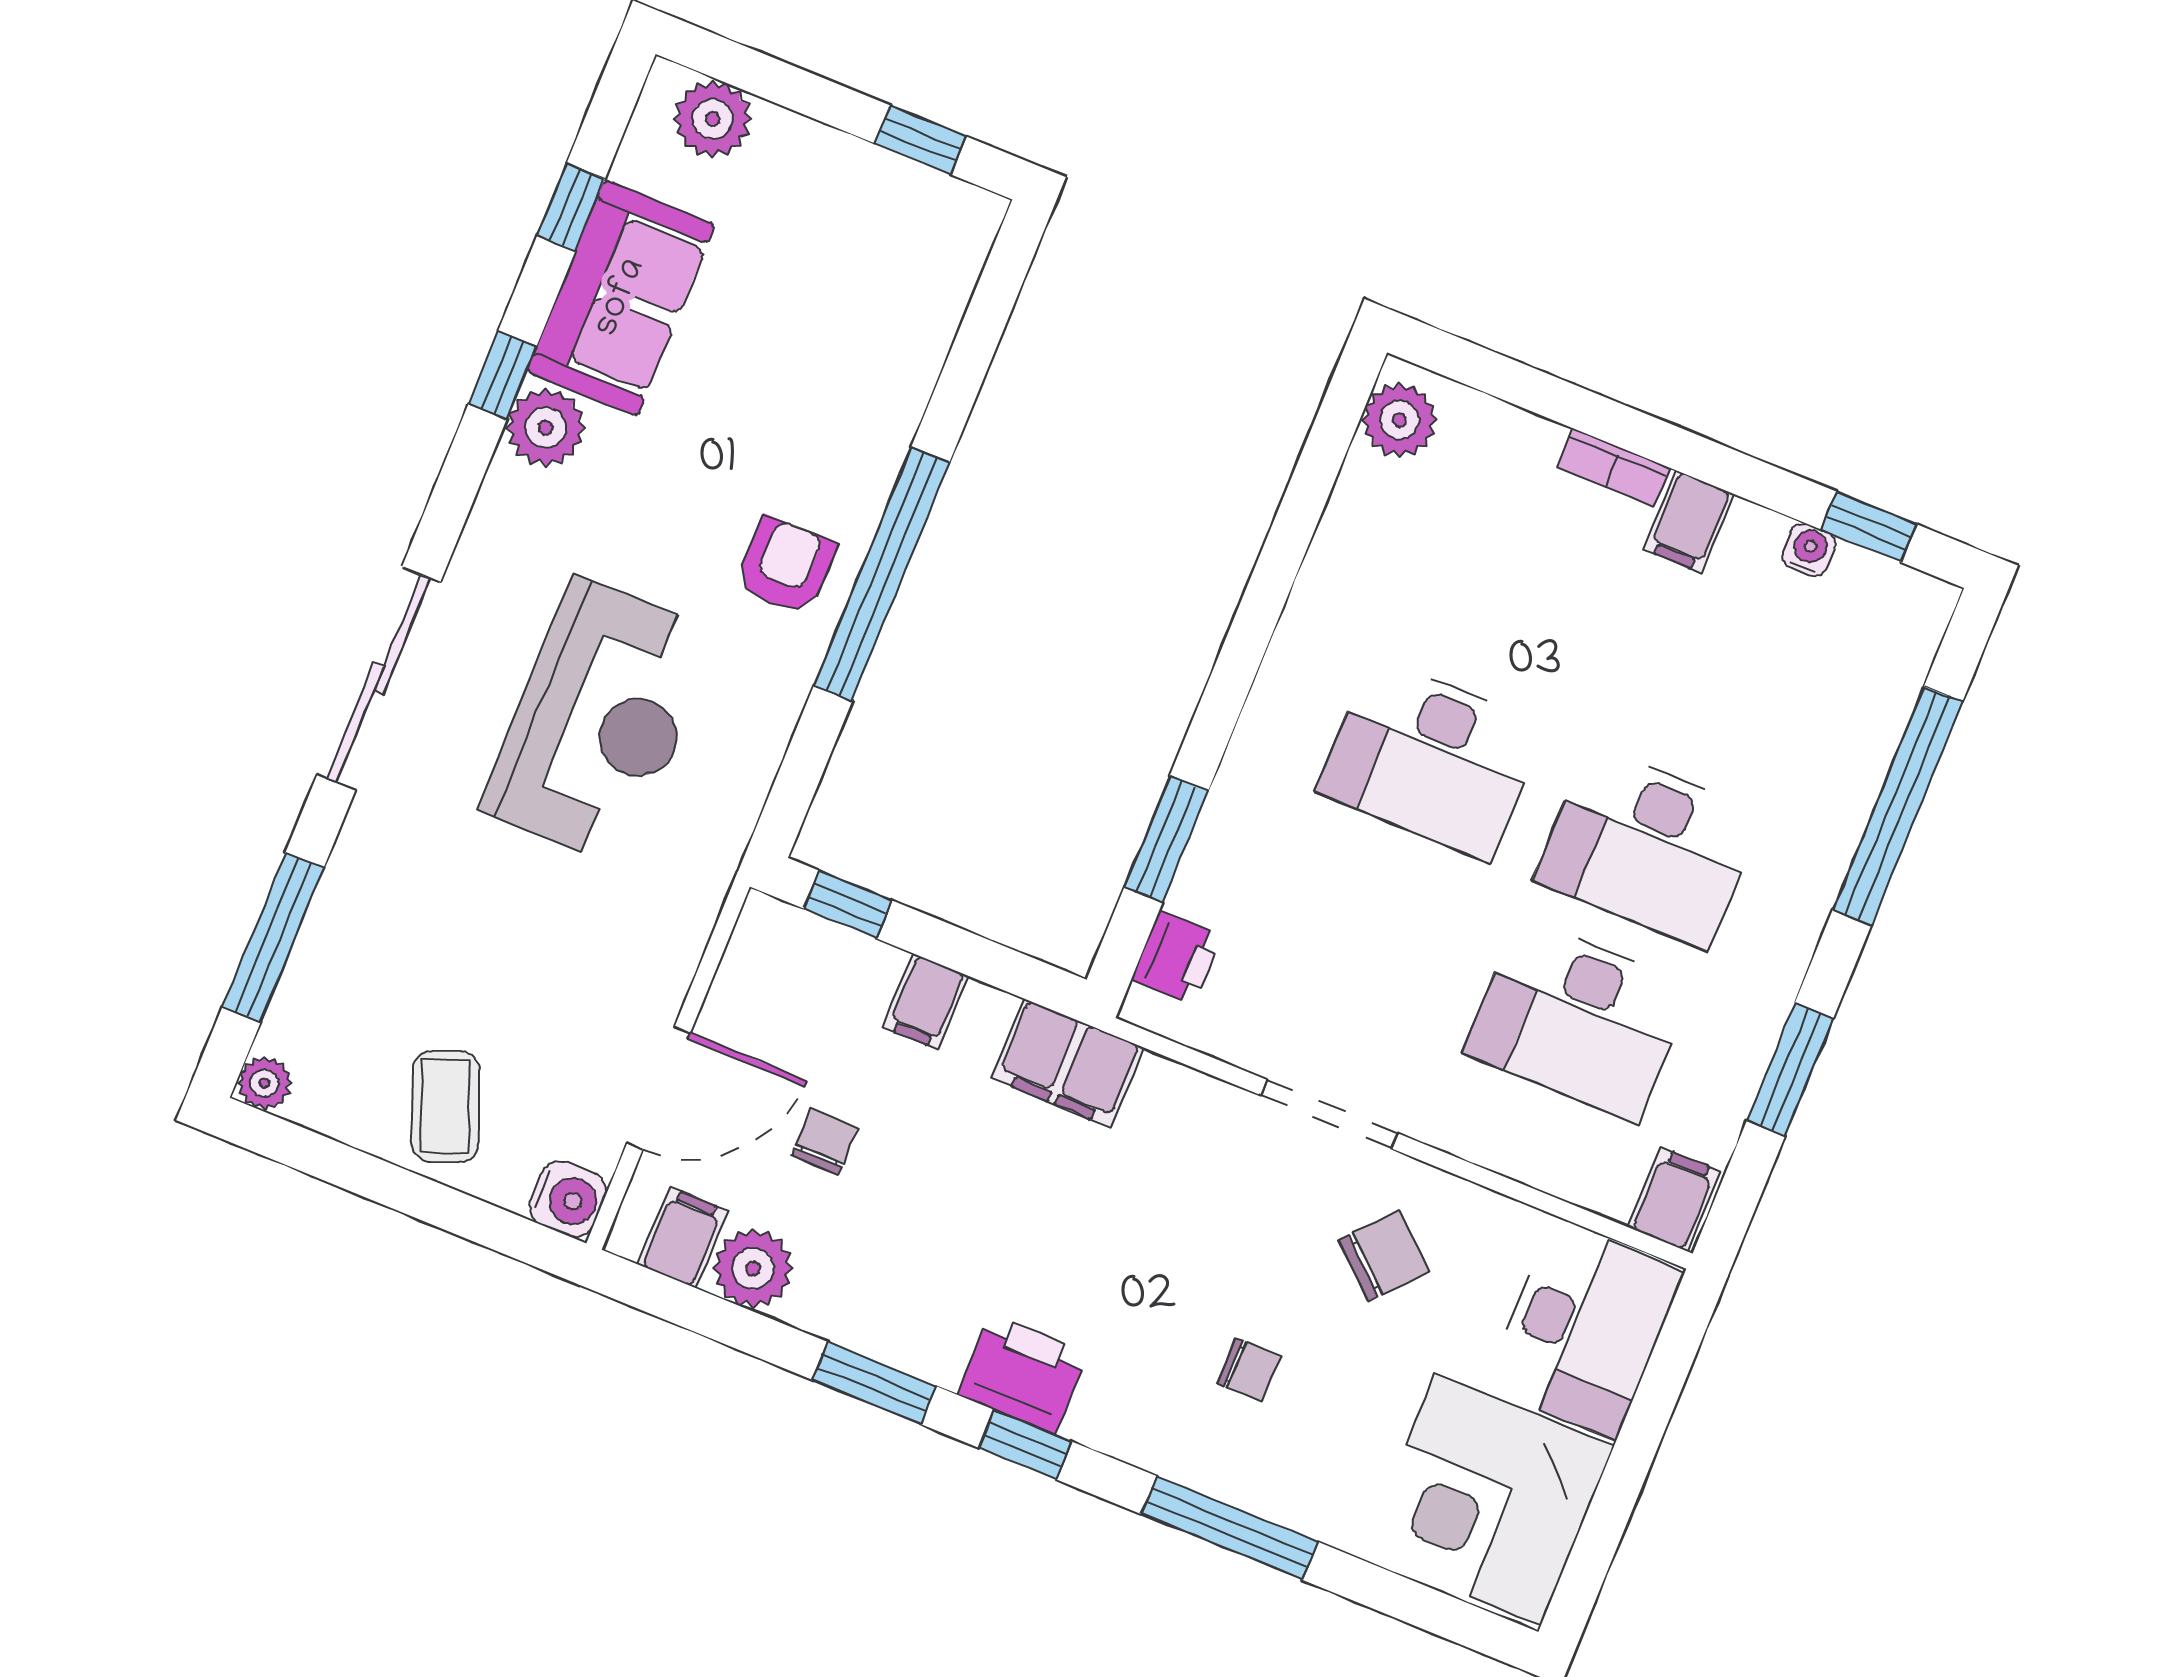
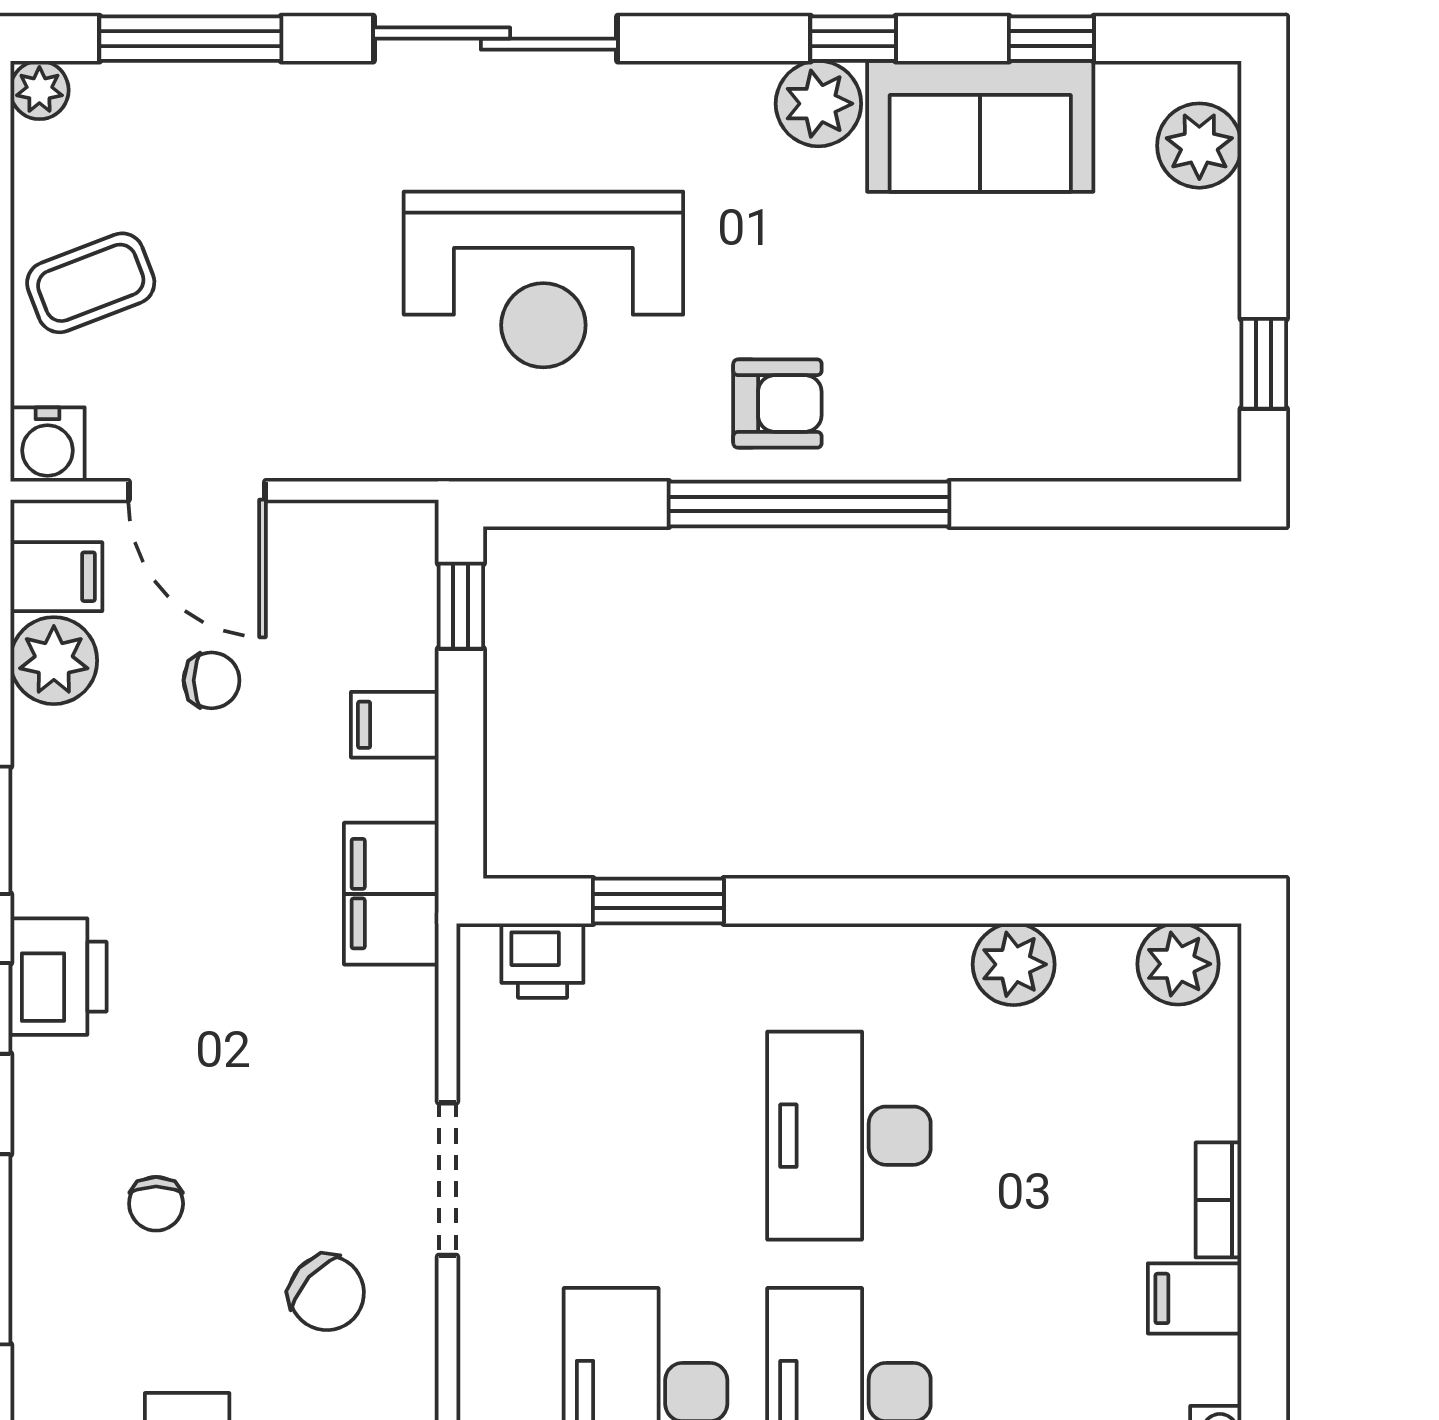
plant: (1343, 560) -> (1014, 964), added

